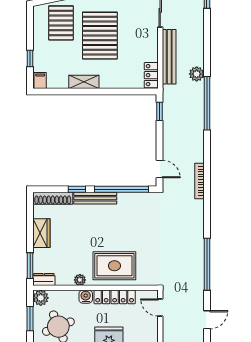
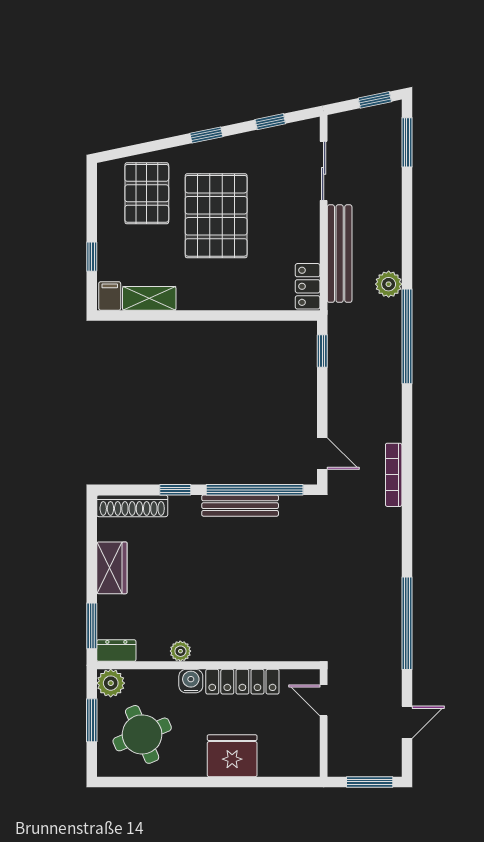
shelving: (84, 82) -> (149, 298), moved
bench: (95, 198) -> (240, 506), moved
rug: (114, 266) -> (242, 626), removed

